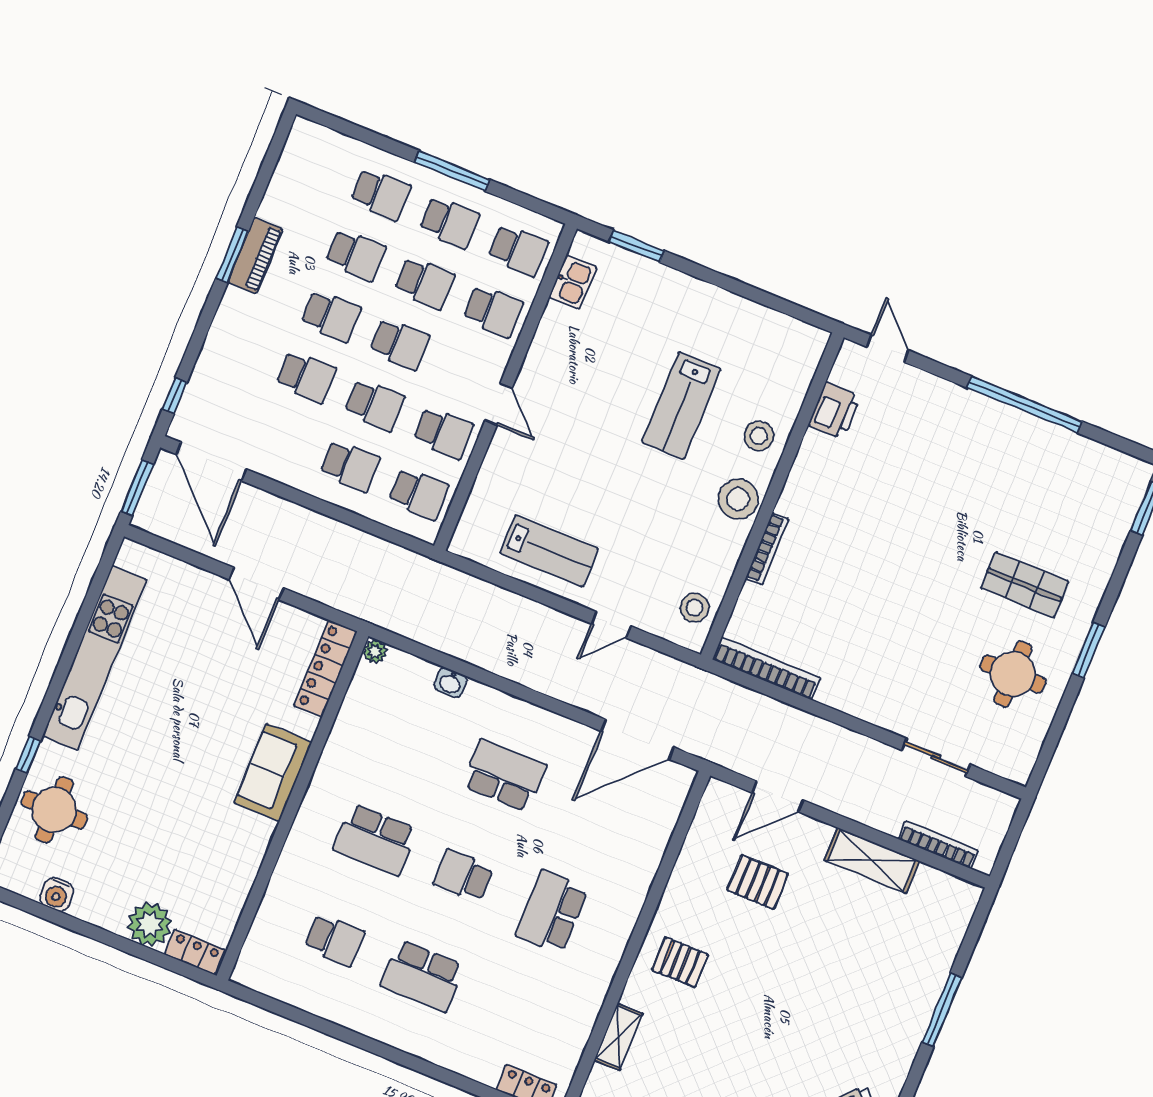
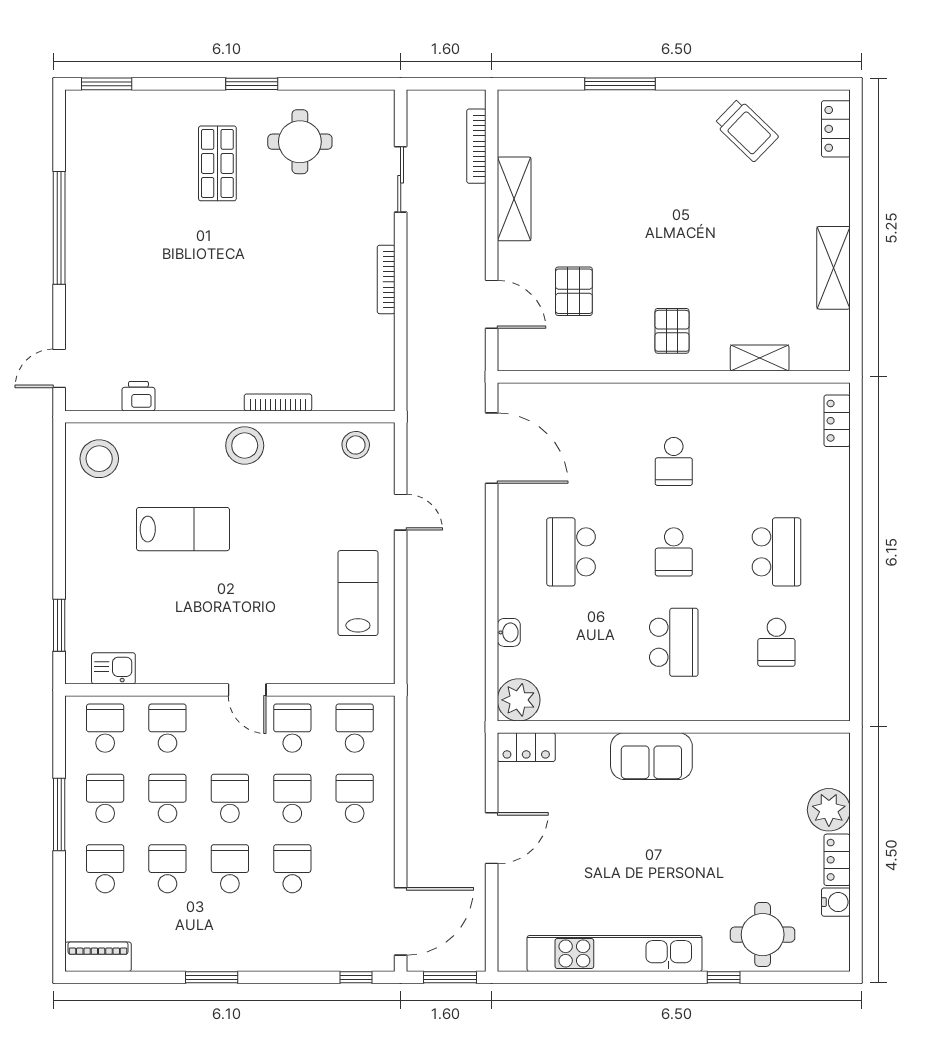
piano: (255, 256) -> (98, 957), moved
door: (499, 404) -> (247, 690), swing flipped
printer: (835, 411) -> (138, 396), width x0.73, depth x0.81
stool: (759, 436) -> (99, 459), moved, width x1.38, depth x1.38
plant: (375, 652) -> (519, 700), width x1.87, depth x1.87
bookcase: (766, 668) -> (386, 279), moved, width x0.68, depth x0.76
locker: (325, 669) -> (526, 747), width x0.66
school desk: (552, 912) -> (674, 461), width x0.54
school desk: (334, 940) -> (776, 642), turned 180
locker: (195, 952) -> (837, 860), moved

